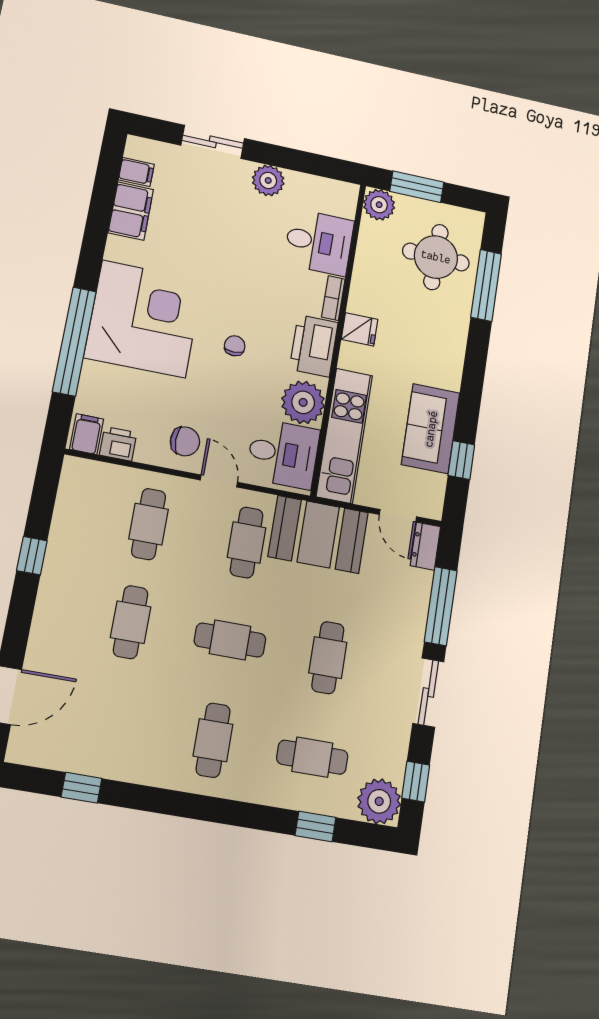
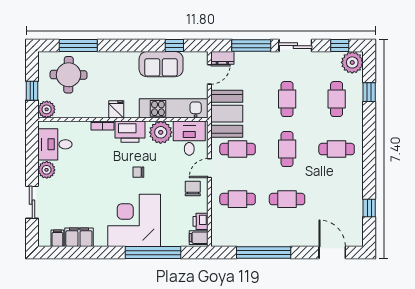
window: (417, 187) -> (32, 91), width x0.67
desk: (319, 242) -> (55, 144), moved, turned -90
window: (32, 556) -> (264, 253), width x3.17
cafe table: (328, 658) -> (287, 99), turned 90

